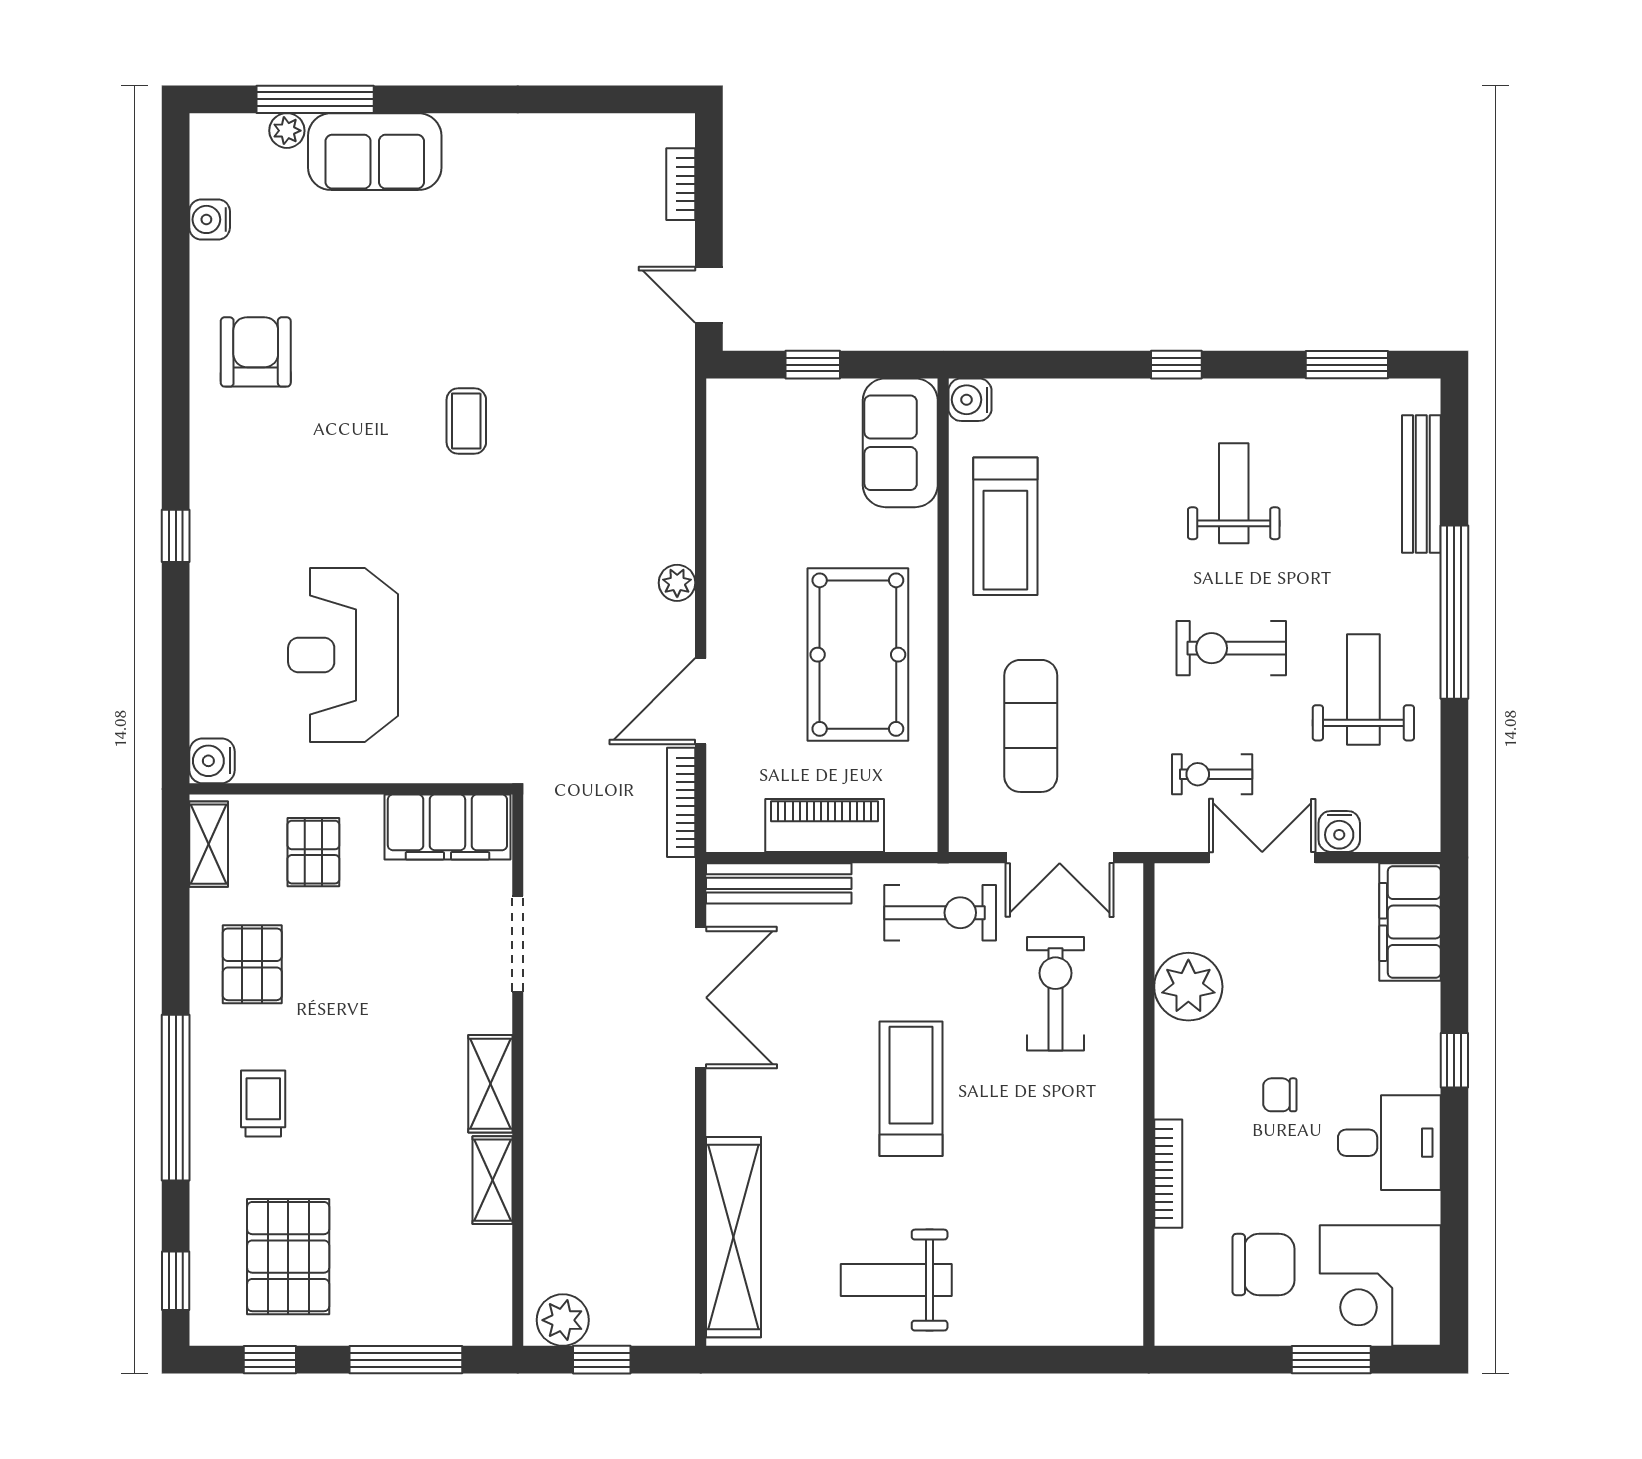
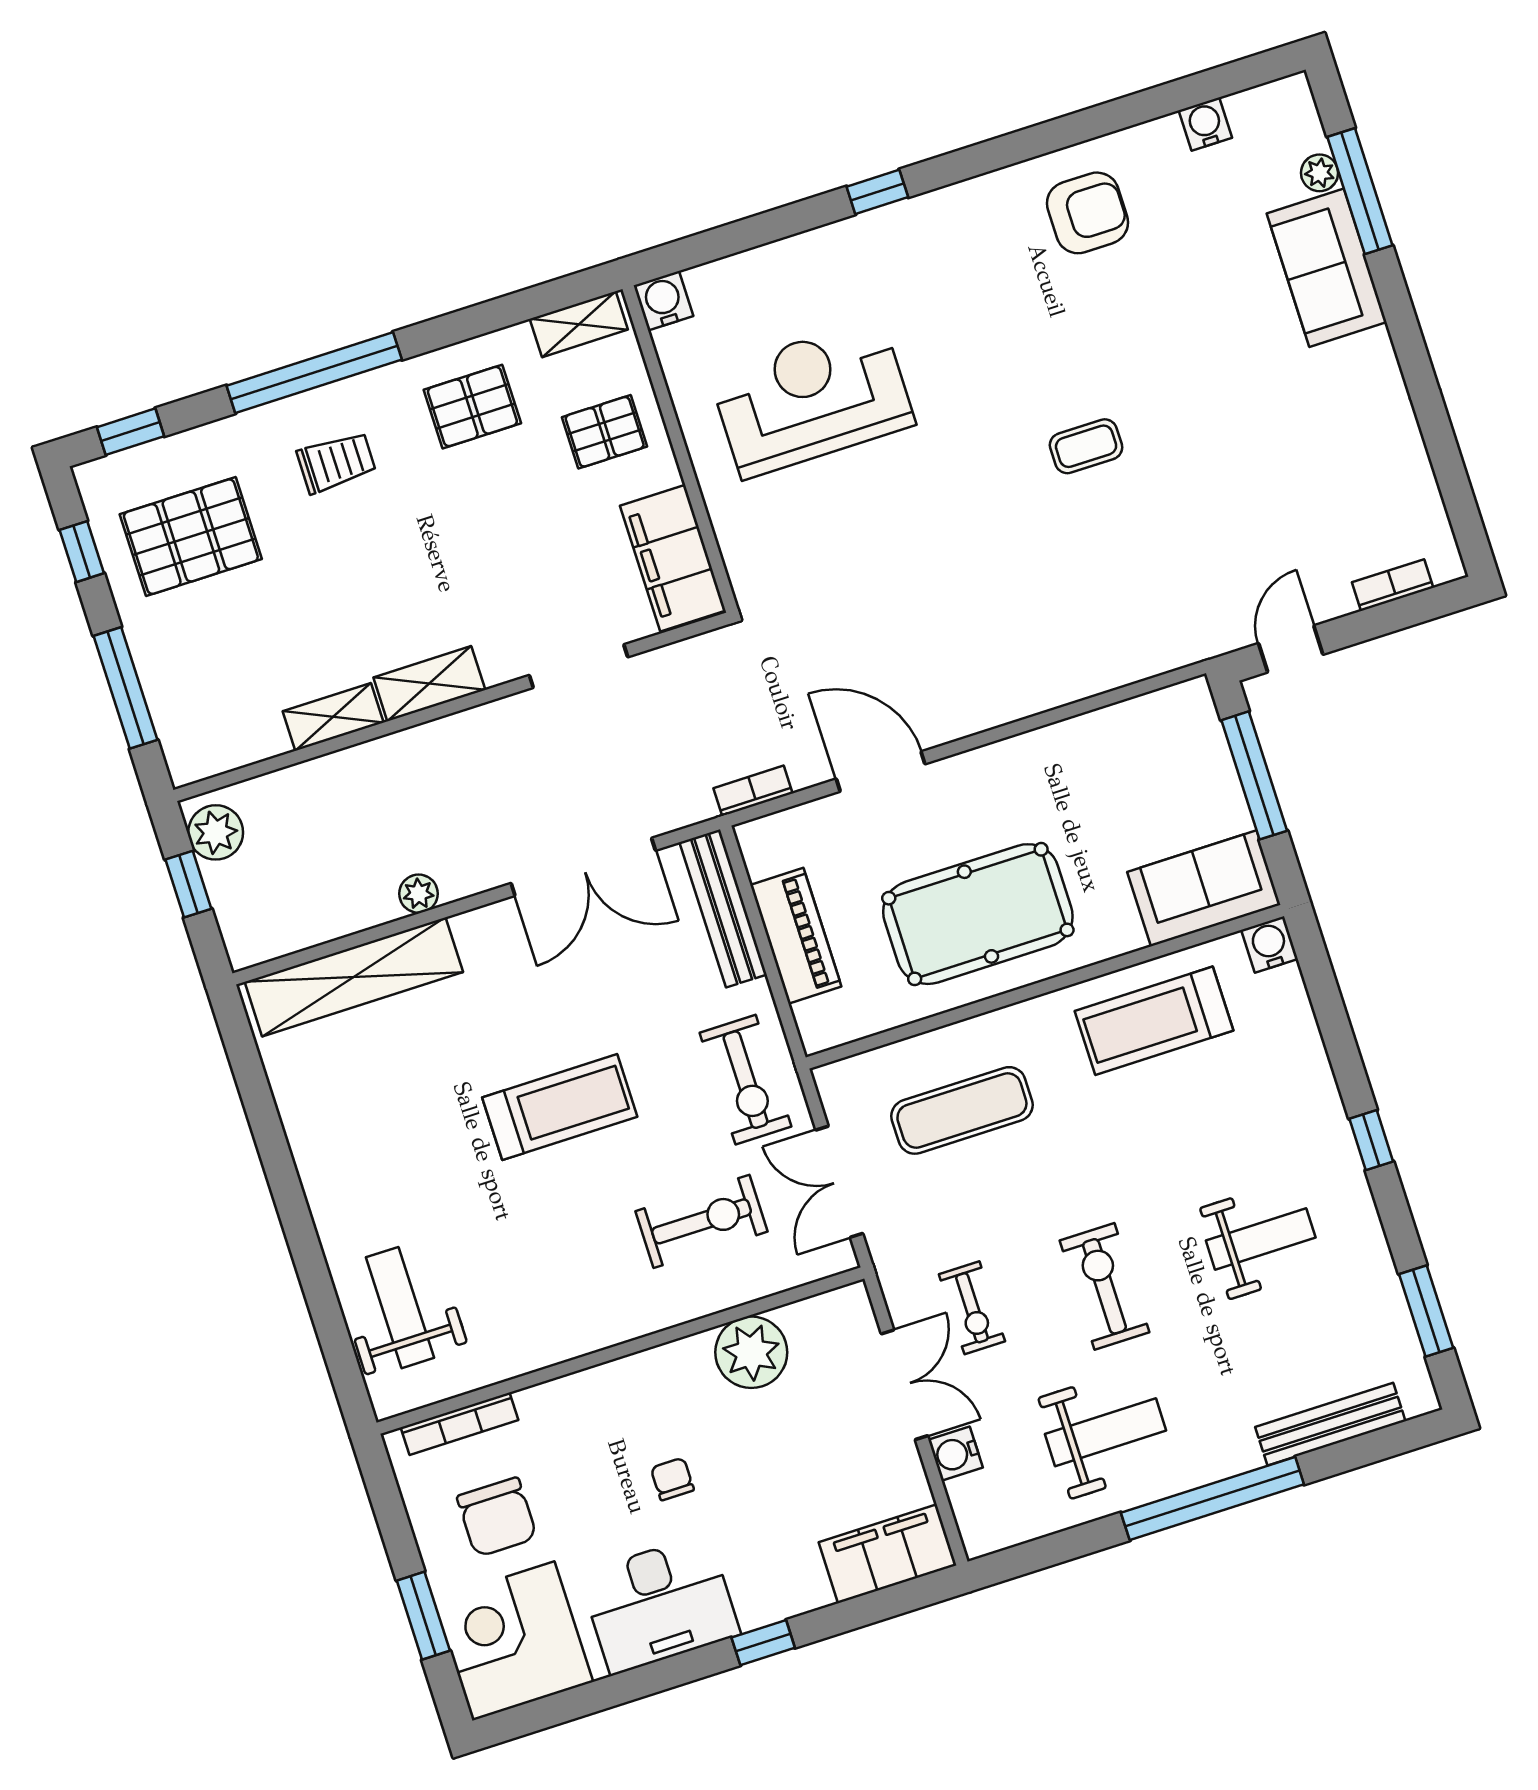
window: (813, 365) -> (1254, 775), width x2.17
plant: (677, 583) -> (419, 894), moved
exercise bike: (1212, 774) -> (972, 1308), turned 180
bookcase: (681, 802) -> (753, 791), width x0.64
desk: (1389, 1143) -> (660, 1604), width x1.37
bookcase: (1168, 1174) -> (460, 1424), moved
weight bench: (896, 1280) -> (400, 1308), moved

